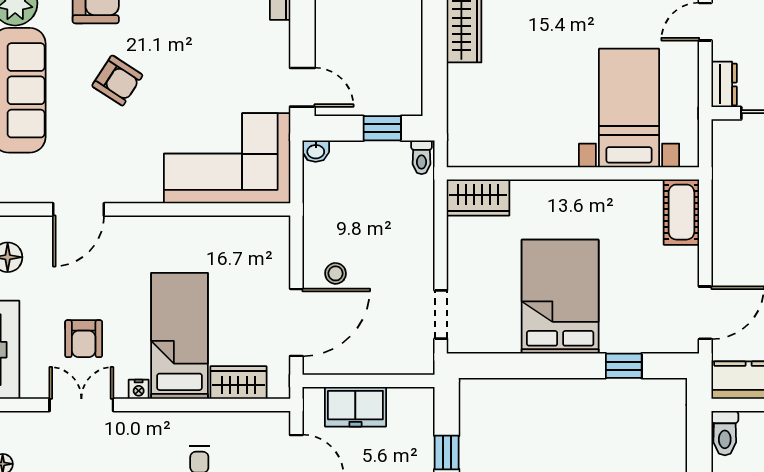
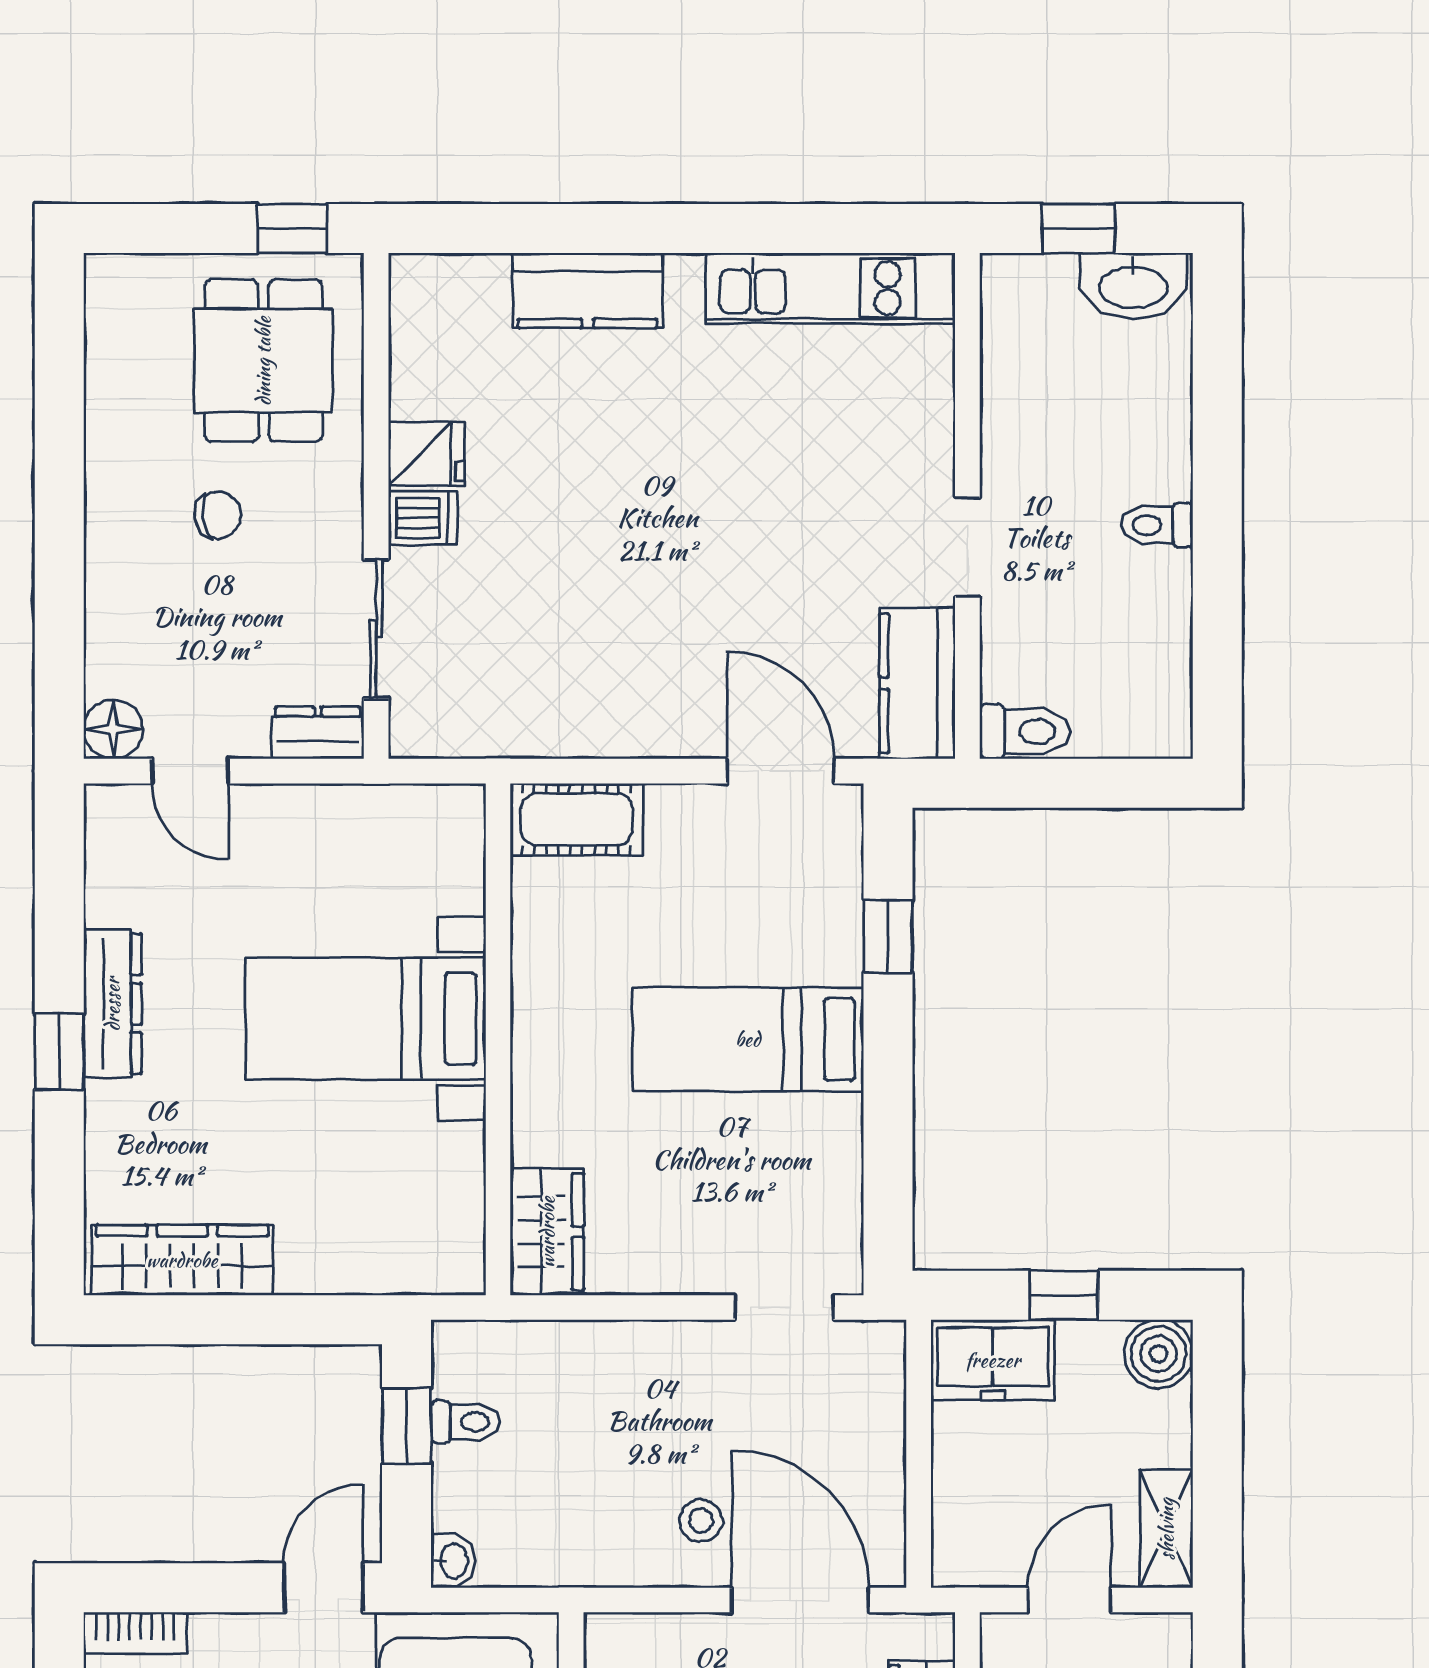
bed with nightstands: (629, 108) -> (366, 1019), moved
toilet: (422, 157) -> (465, 1422), moved
bed: (560, 297) -> (748, 1039), width x0.67
freezer: (355, 407) -> (993, 1360), moved, turned 90

